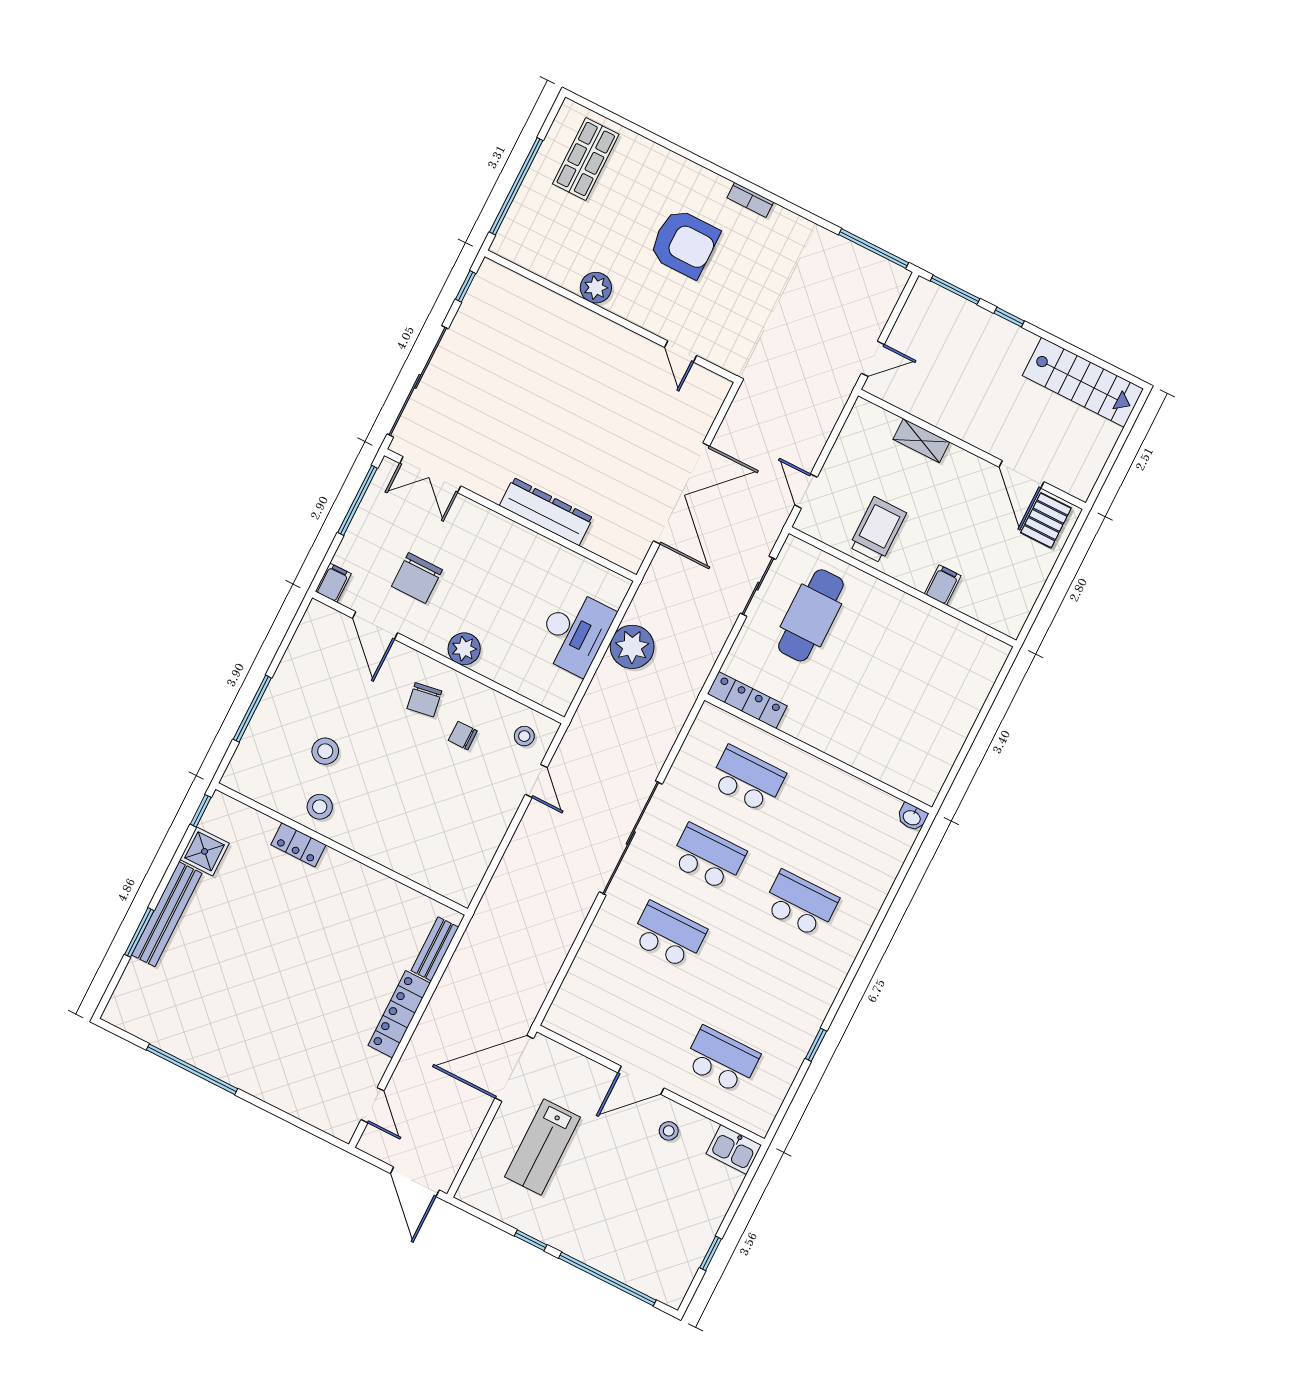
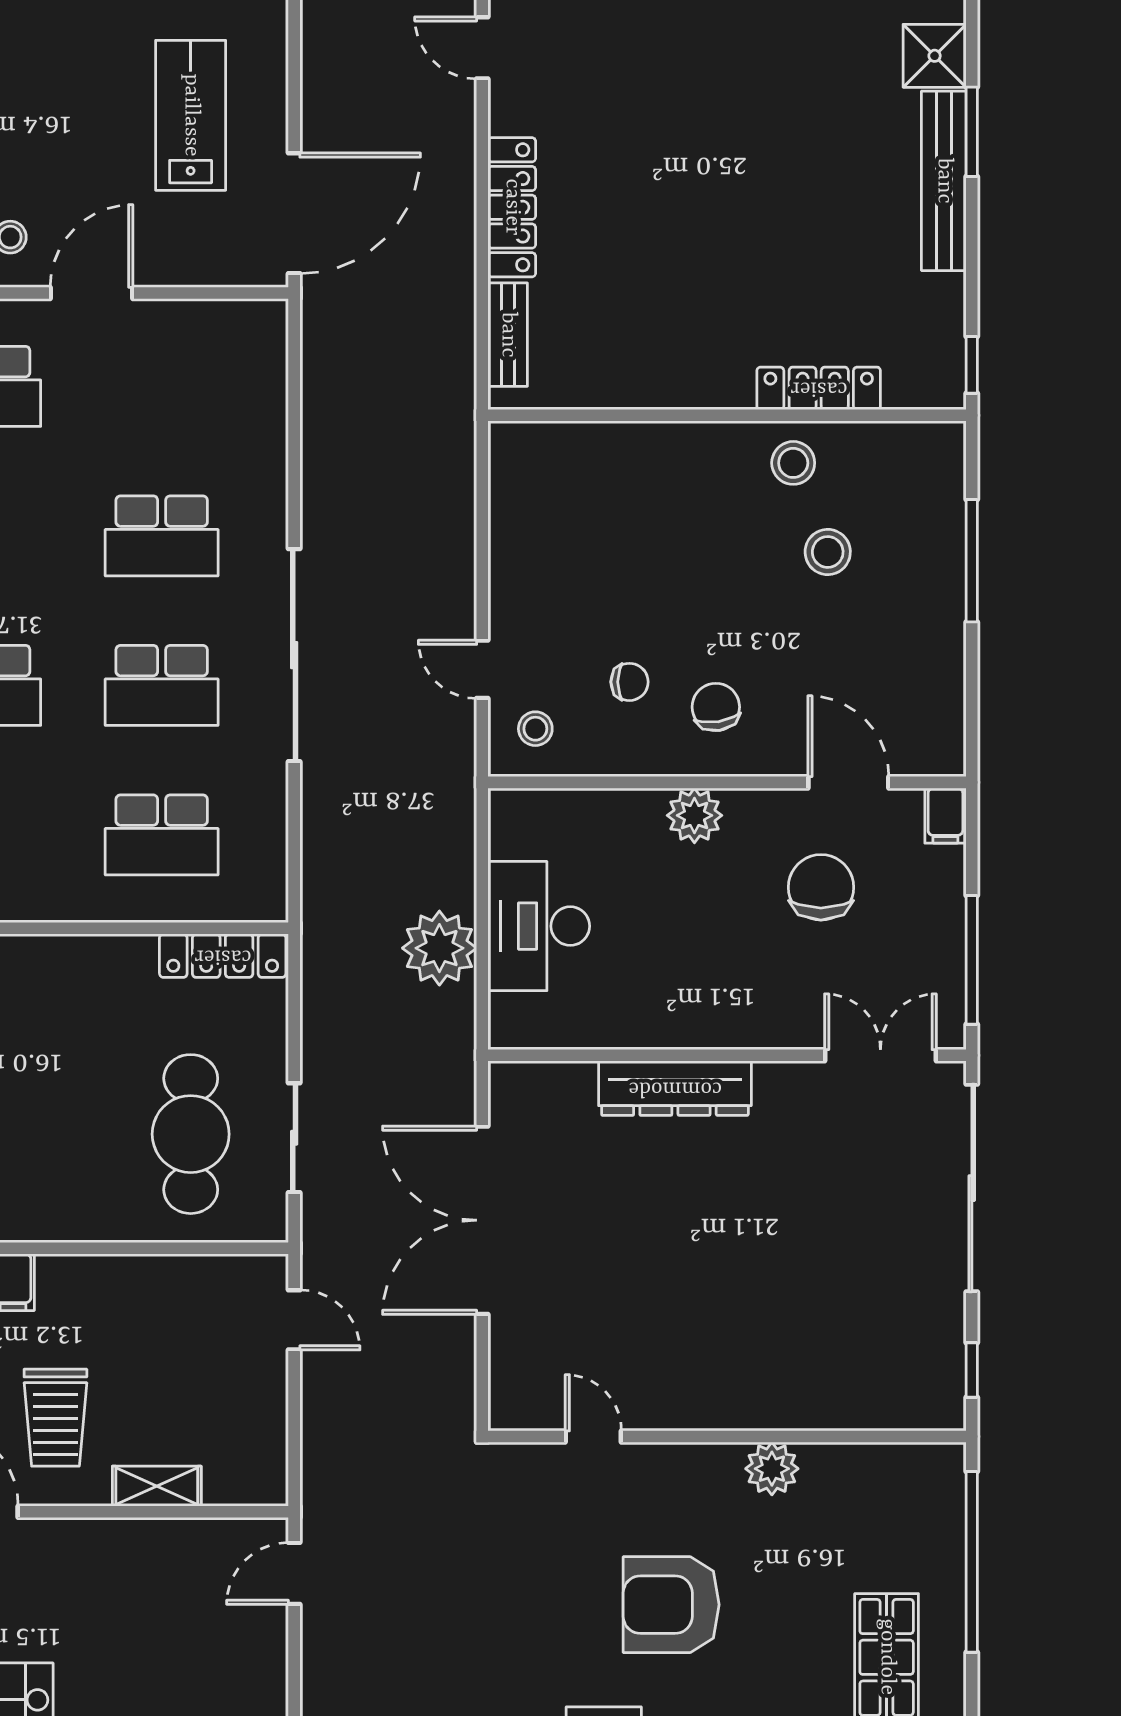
trolley: (878, 530) -> (55, 1418), moved
locker: (298, 845) -> (819, 388), width x1.53
shower: (205, 851) -> (935, 56), moved

